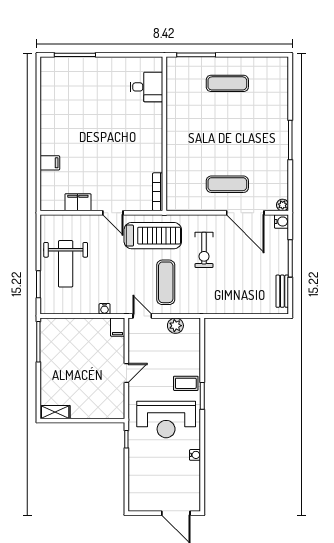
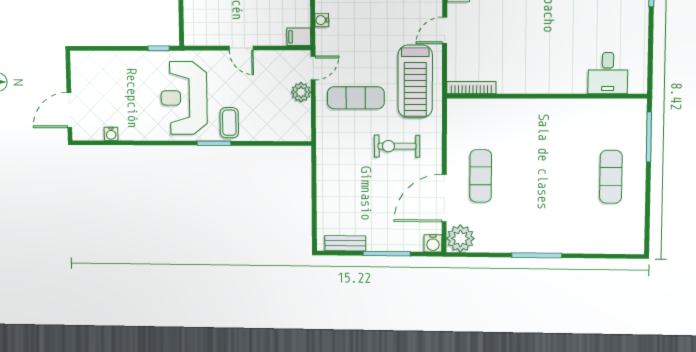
plant: (283, 205) -> (460, 238), width x1.88, depth x1.88
plant: (175, 326) -> (301, 92), moved
water cooler: (195, 455) -> (111, 134), moved

